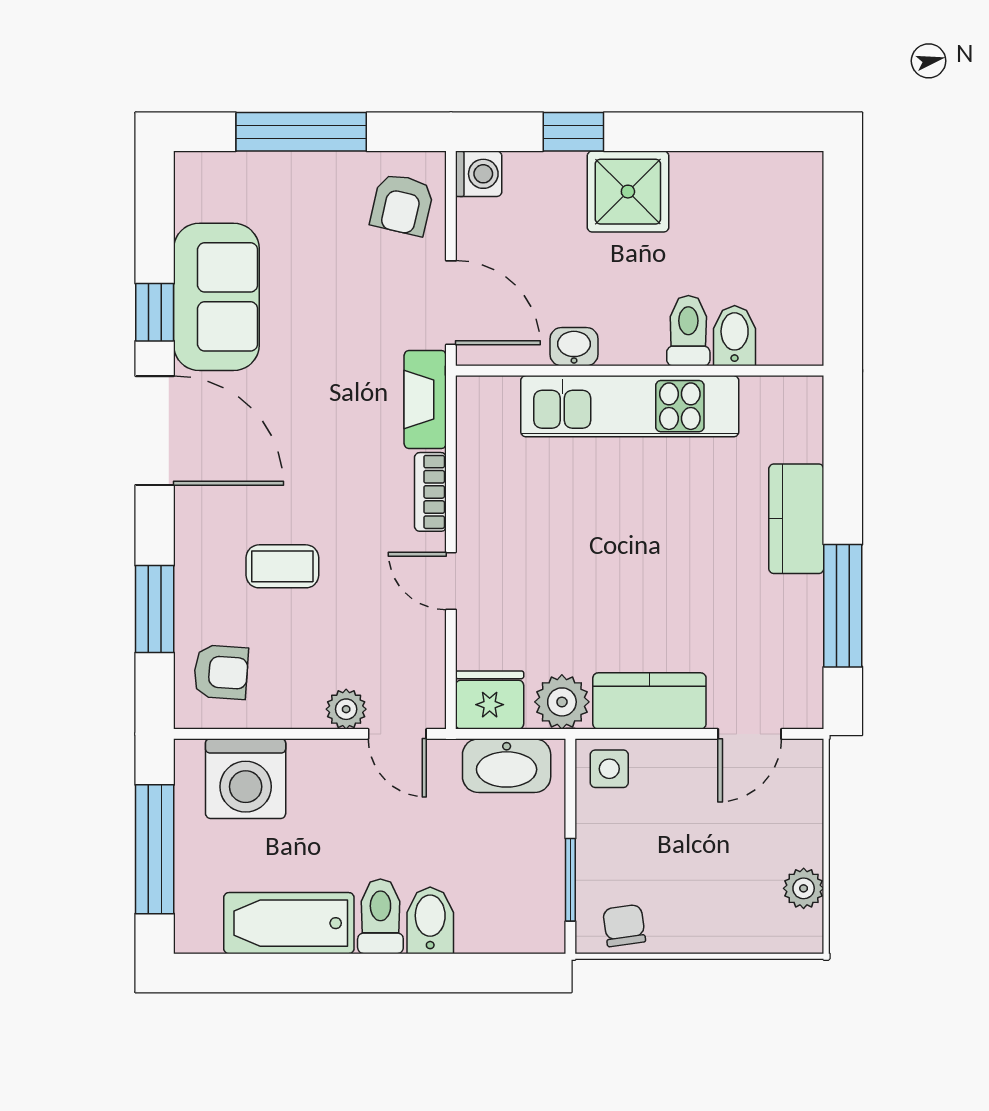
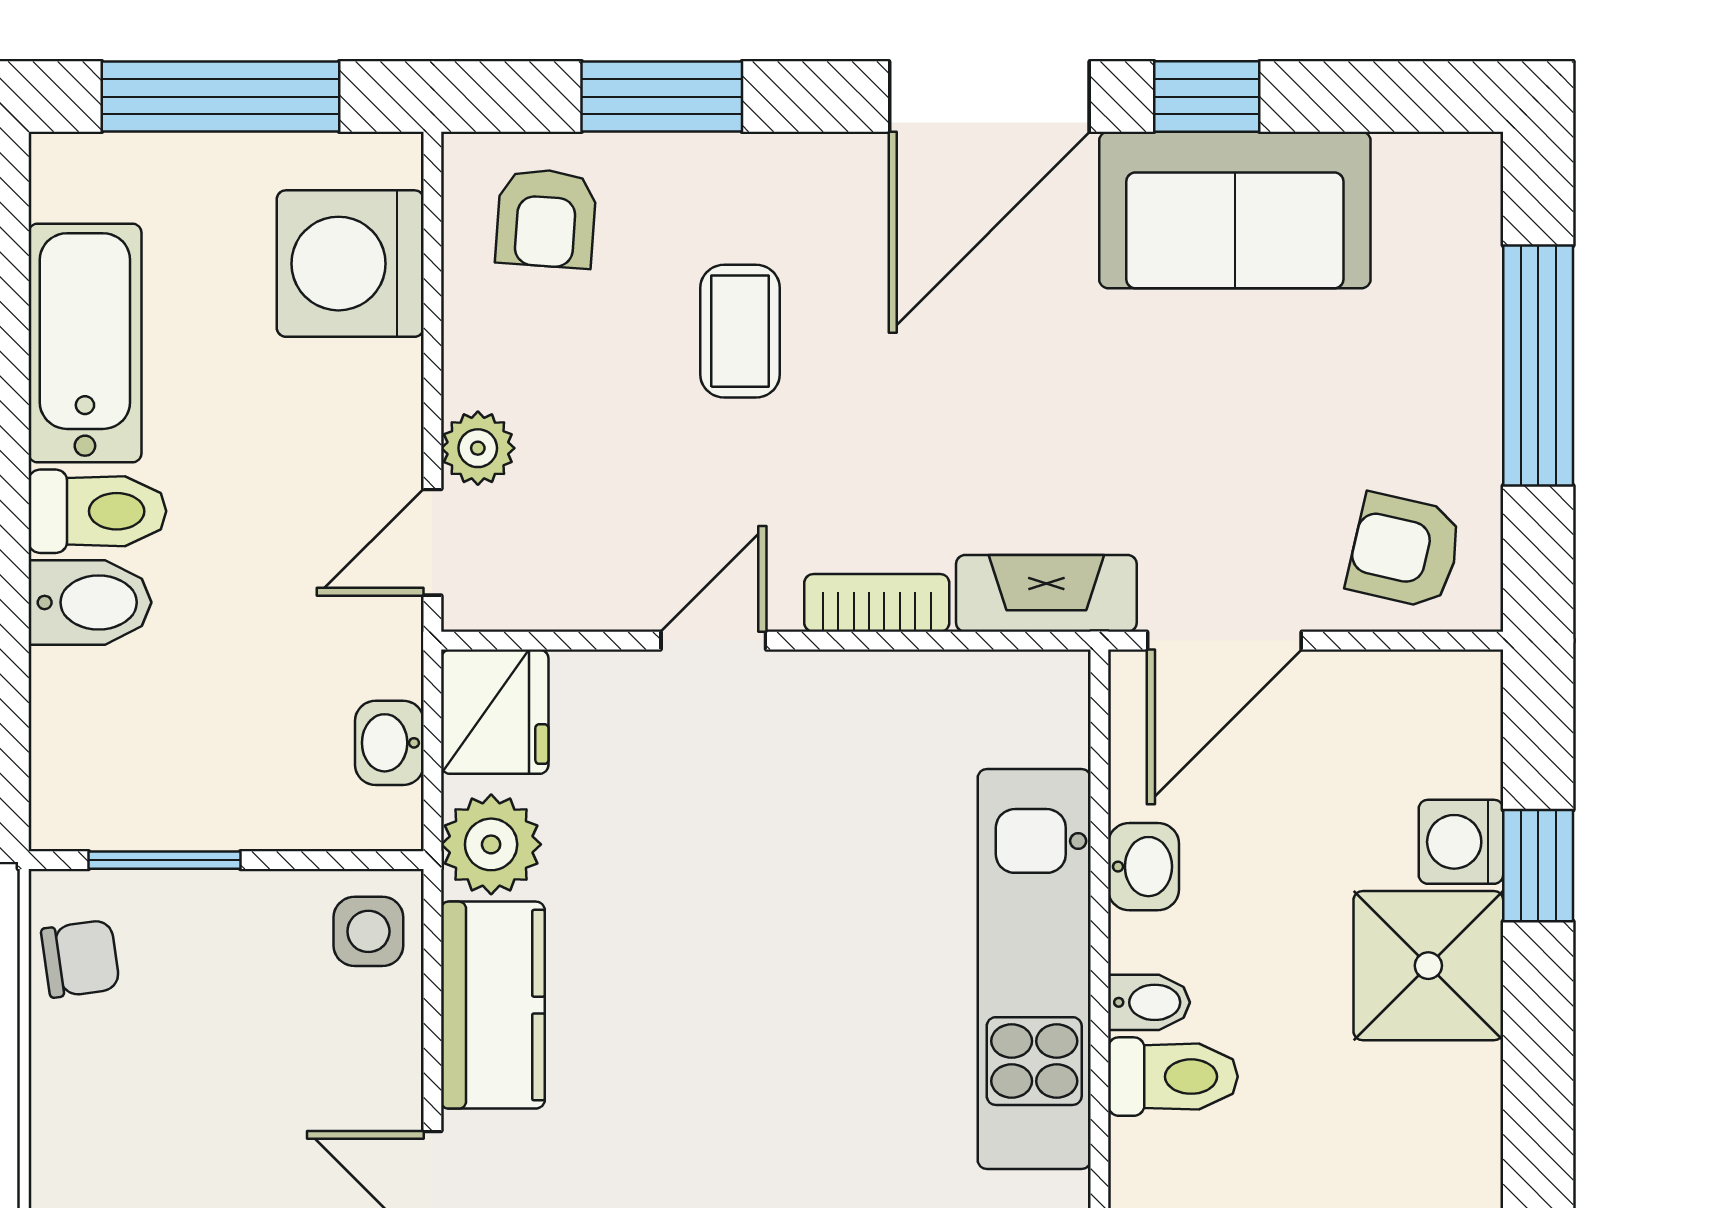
washing machine: (479, 174) -> (1461, 842), moved, turned 90
bidet: (735, 336) -> (1149, 1002), moved, width x0.72, depth x0.74
washbasin: (507, 766) -> (389, 743), width x0.52, depth x0.69

